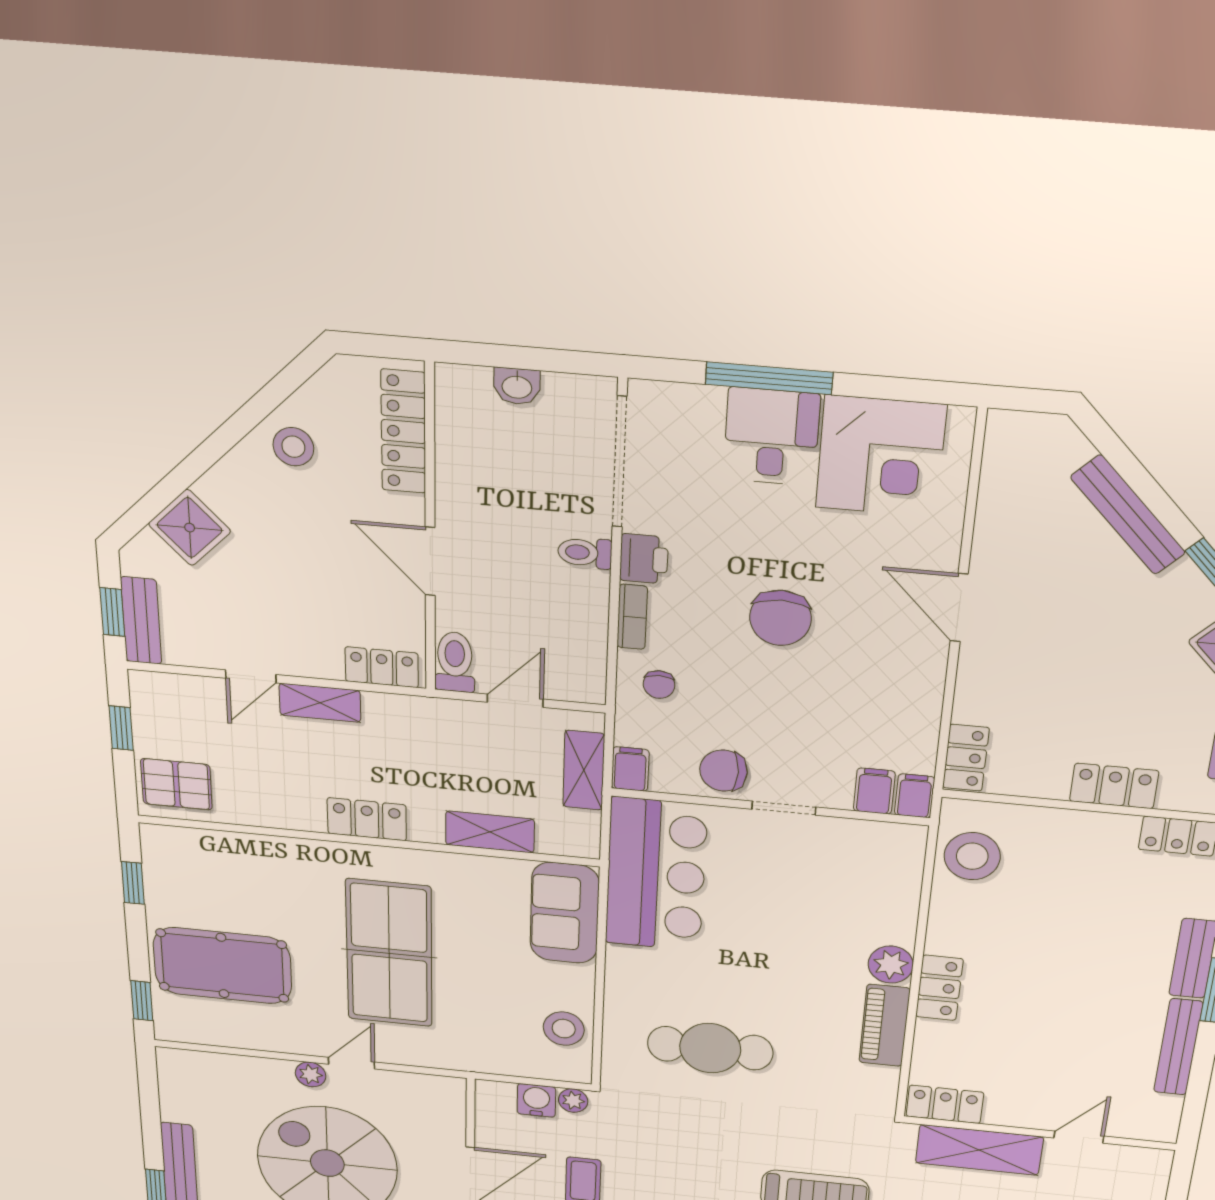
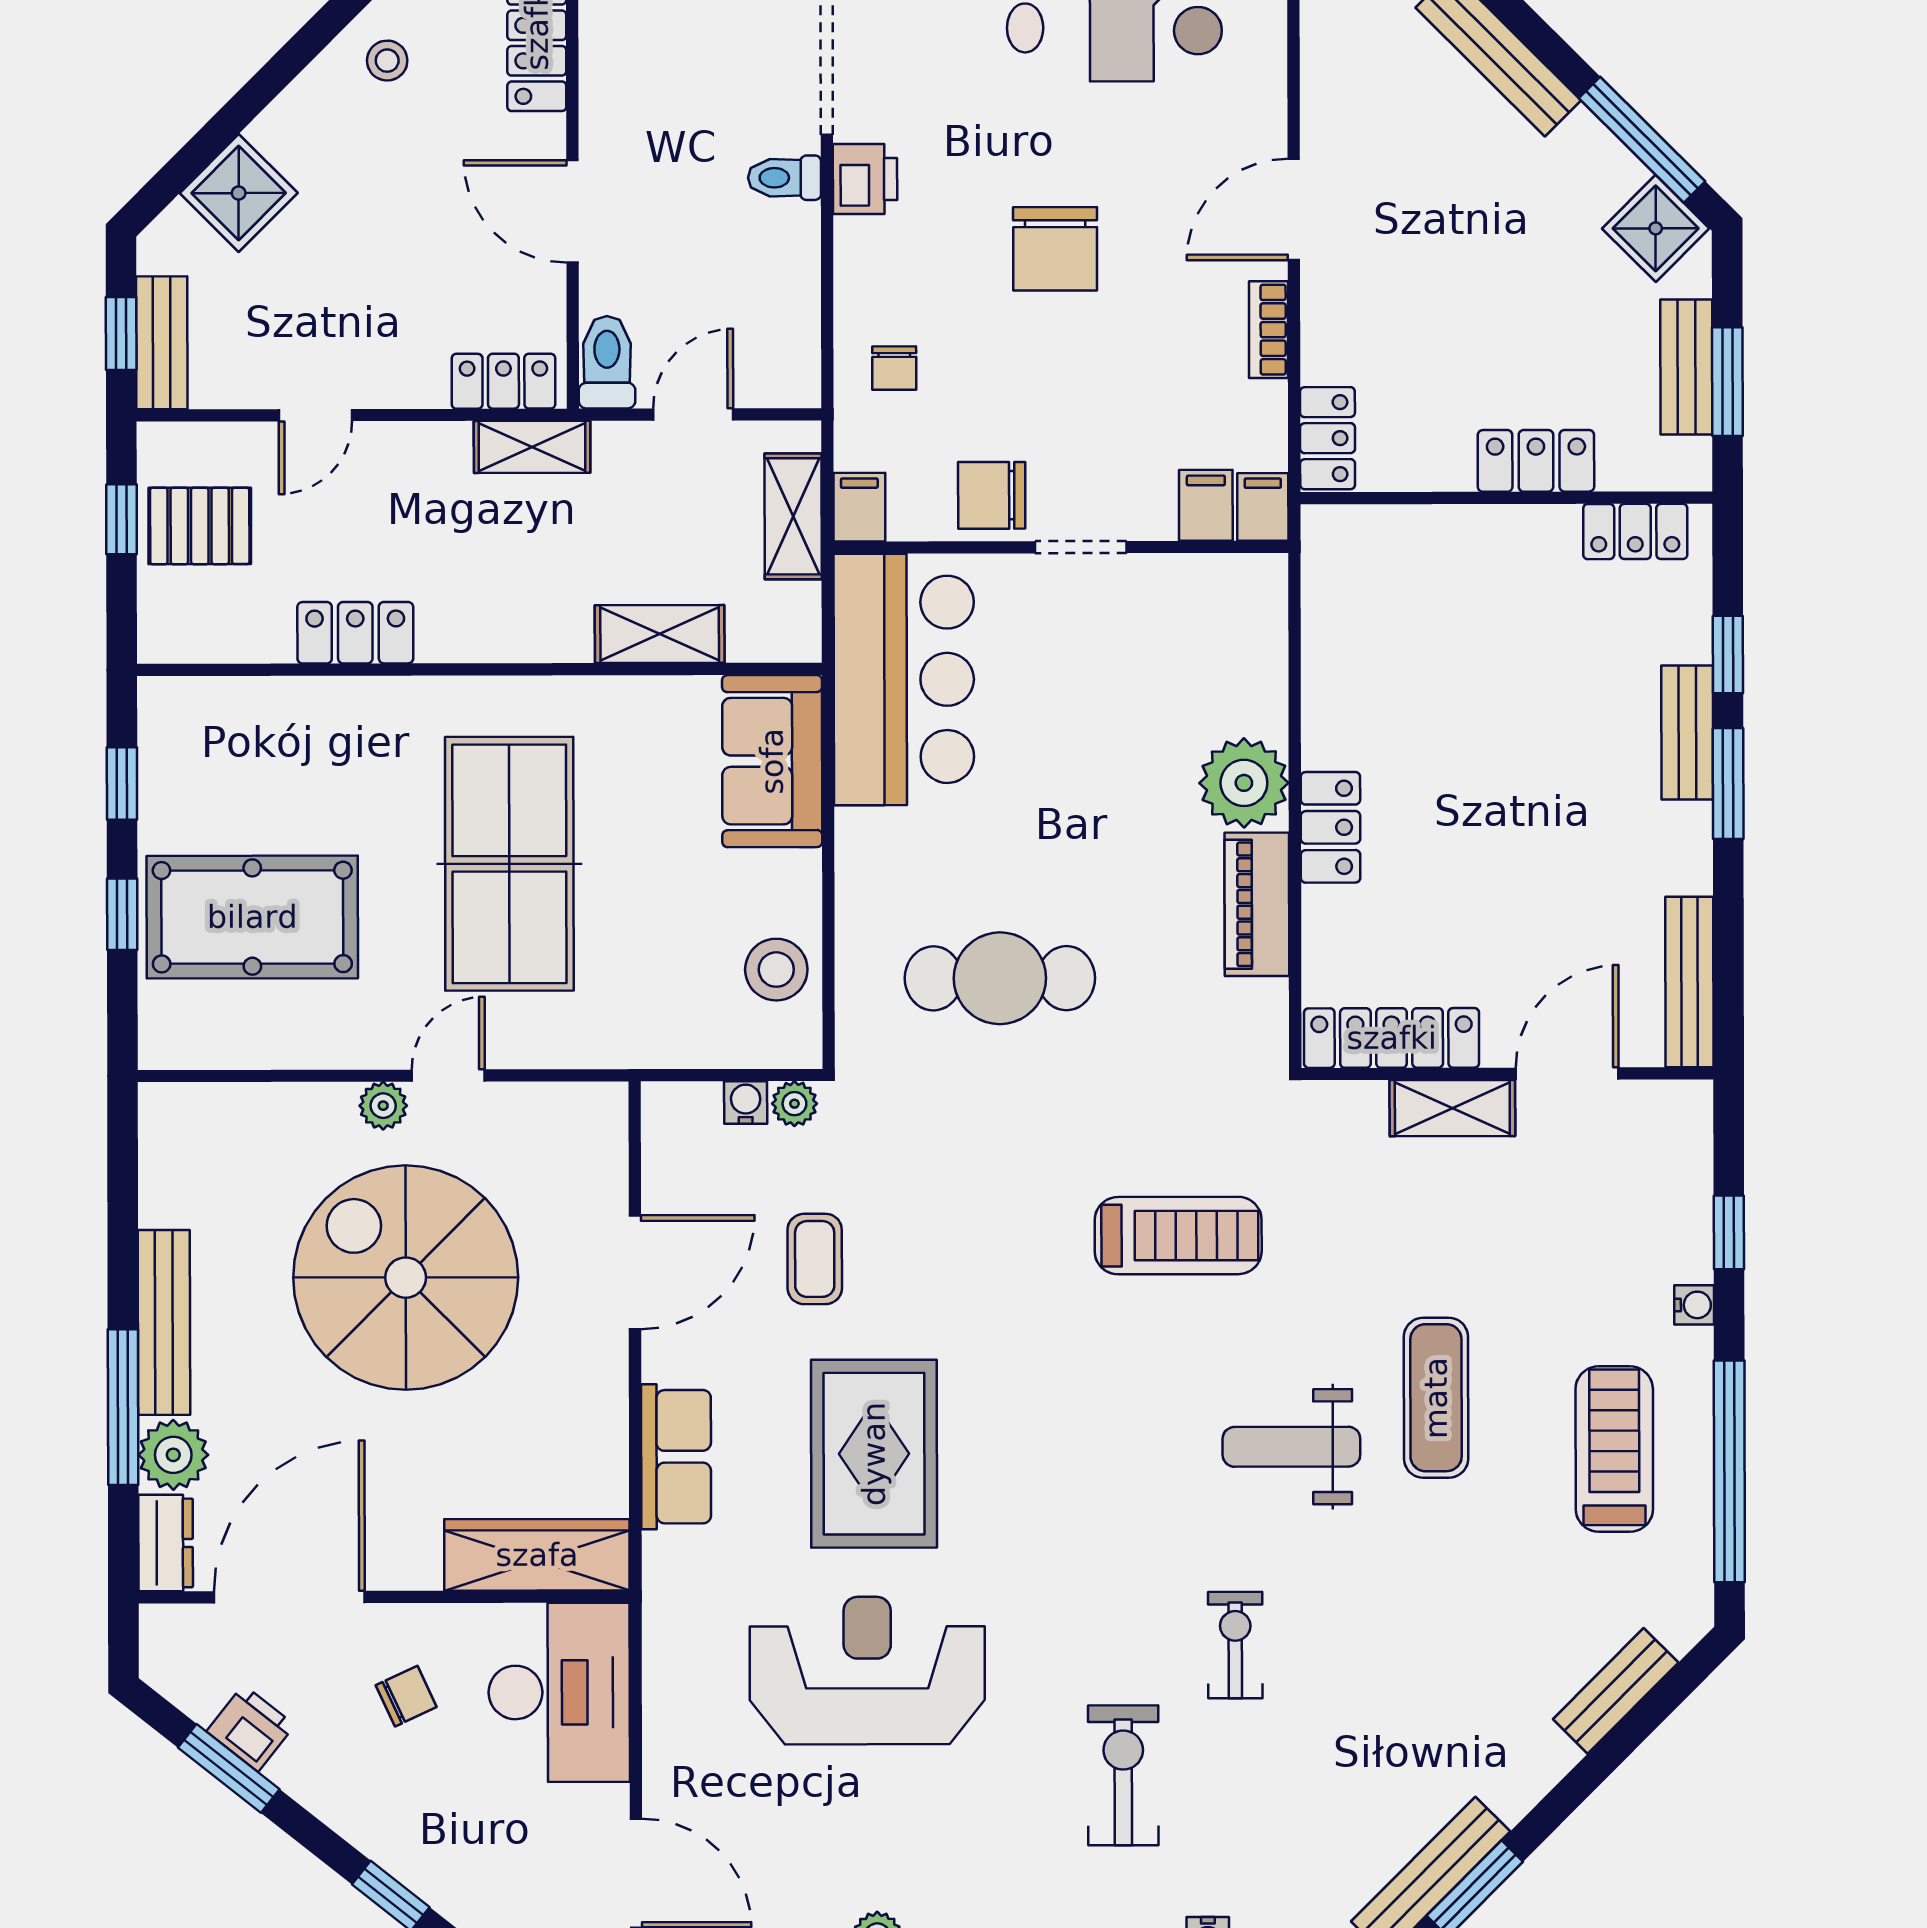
stool: (293, 447) -> (387, 61), width x0.73, depth x0.73
door: (959, 608) -> (1294, 209), hinge flipped
bookcase: (632, 617) -> (1269, 330), moved, turned 180
shelving: (320, 703) -> (532, 447), moved
pallet: (176, 784) -> (200, 526), moved
locker: (367, 819) -> (355, 633), moved
stool: (972, 856) -> (1354, 597), removed
plant: (891, 965) -> (1244, 783), width x1.36, depth x1.36
window: (142, 1001) -> (122, 914), moved
bench: (1178, 1047) -> (1689, 982), moved
water cooler: (536, 1100) -> (746, 1102), width x0.72, depth x0.72
locker: (945, 1104) -> (1392, 1038), width x1.53
door: (1079, 1137) -> (1567, 1074), width x1.38
shelving: (979, 1150) -> (1452, 1108), width x0.67, depth x0.75

